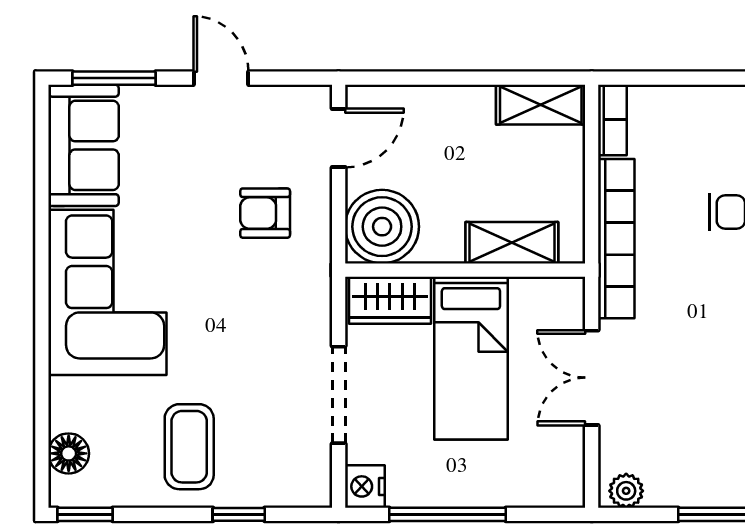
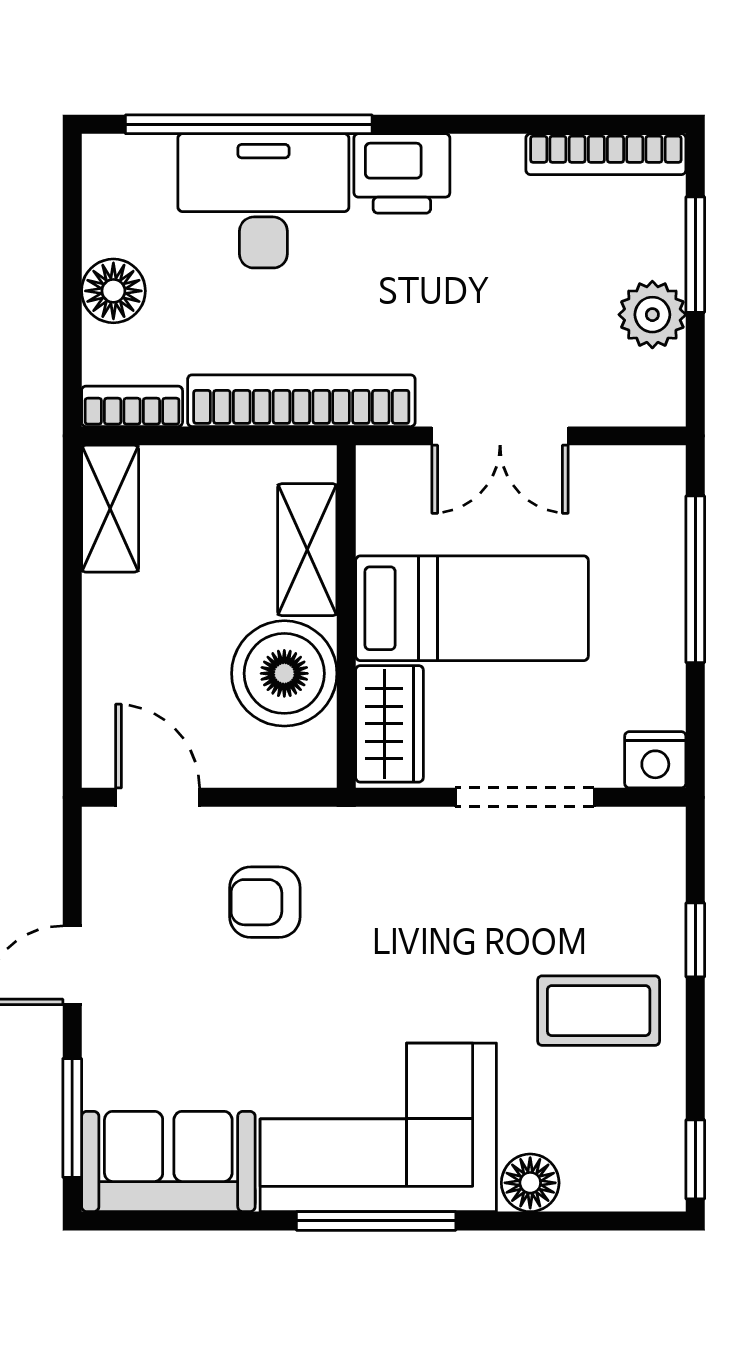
floor lamp: (693, 107) -> (113, 291), added
armchair: (265, 213) -> (265, 902), turned 90
boiler: (382, 227) -> (284, 673), moved
window: (42, 291) -> (376, 1221), added
floor lamp: (69, 453) -> (530, 1183), moved
plant: (626, 491) -> (652, 315), moved, width x1.38, depth x1.38
window: (448, 514) -> (695, 579), moved

